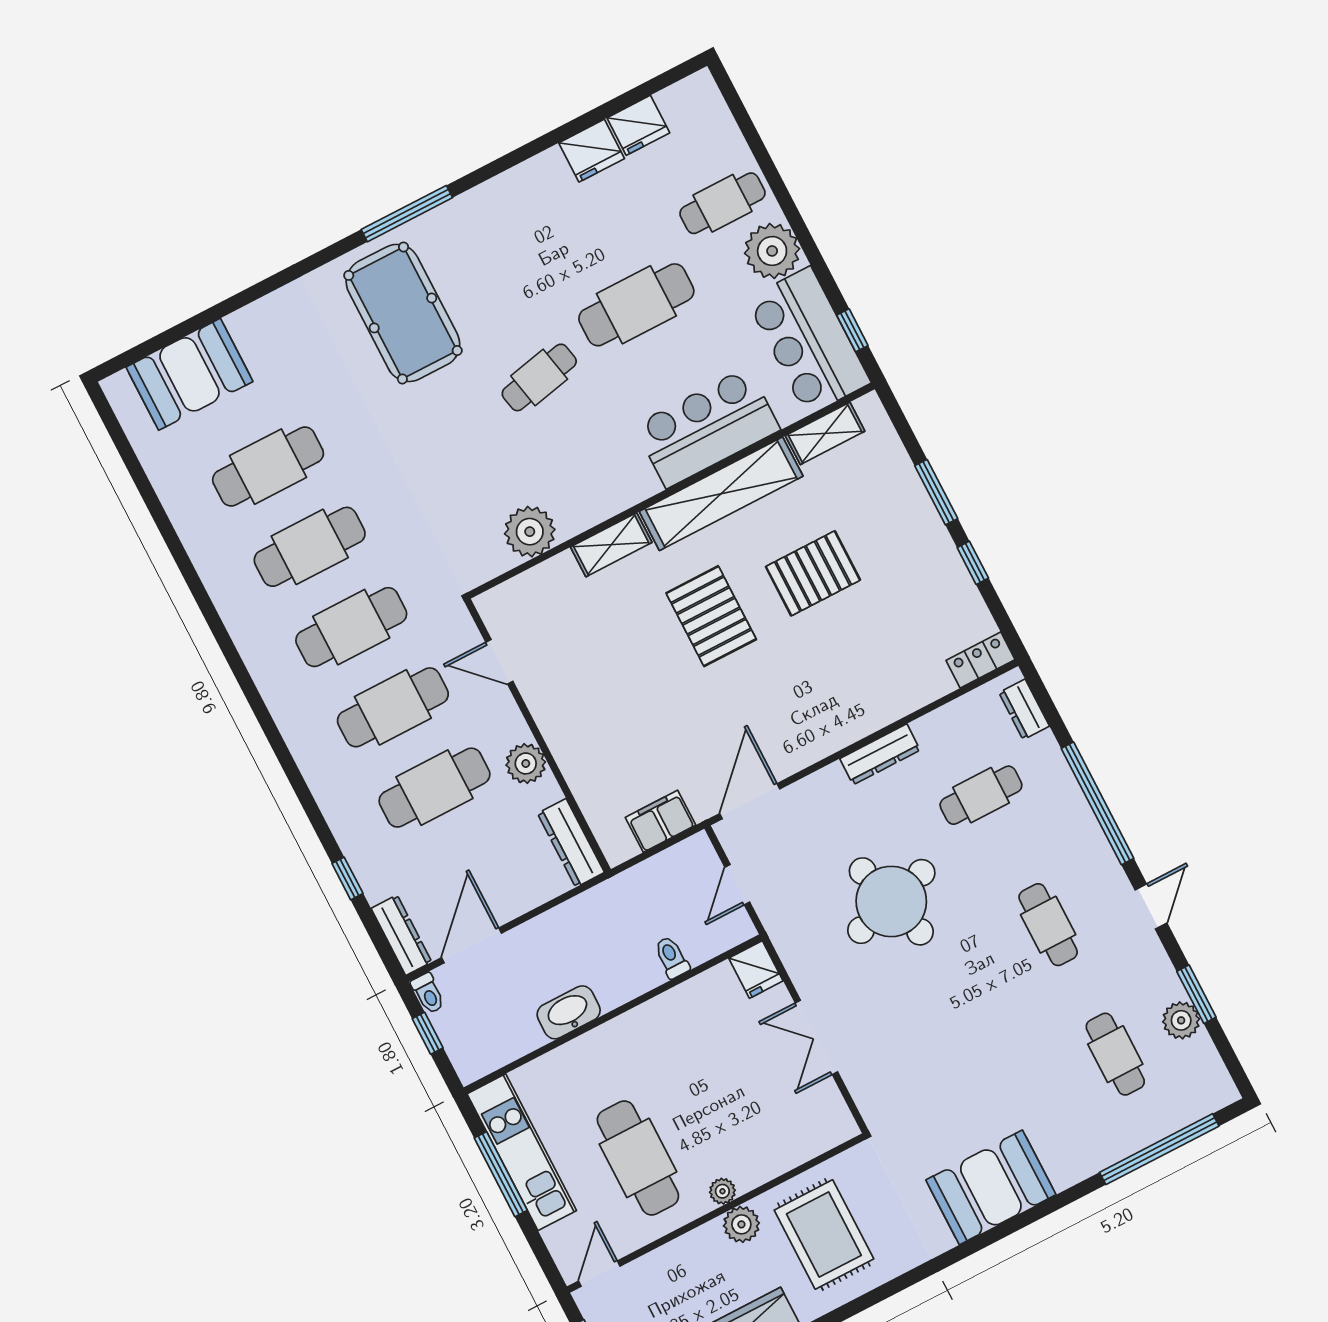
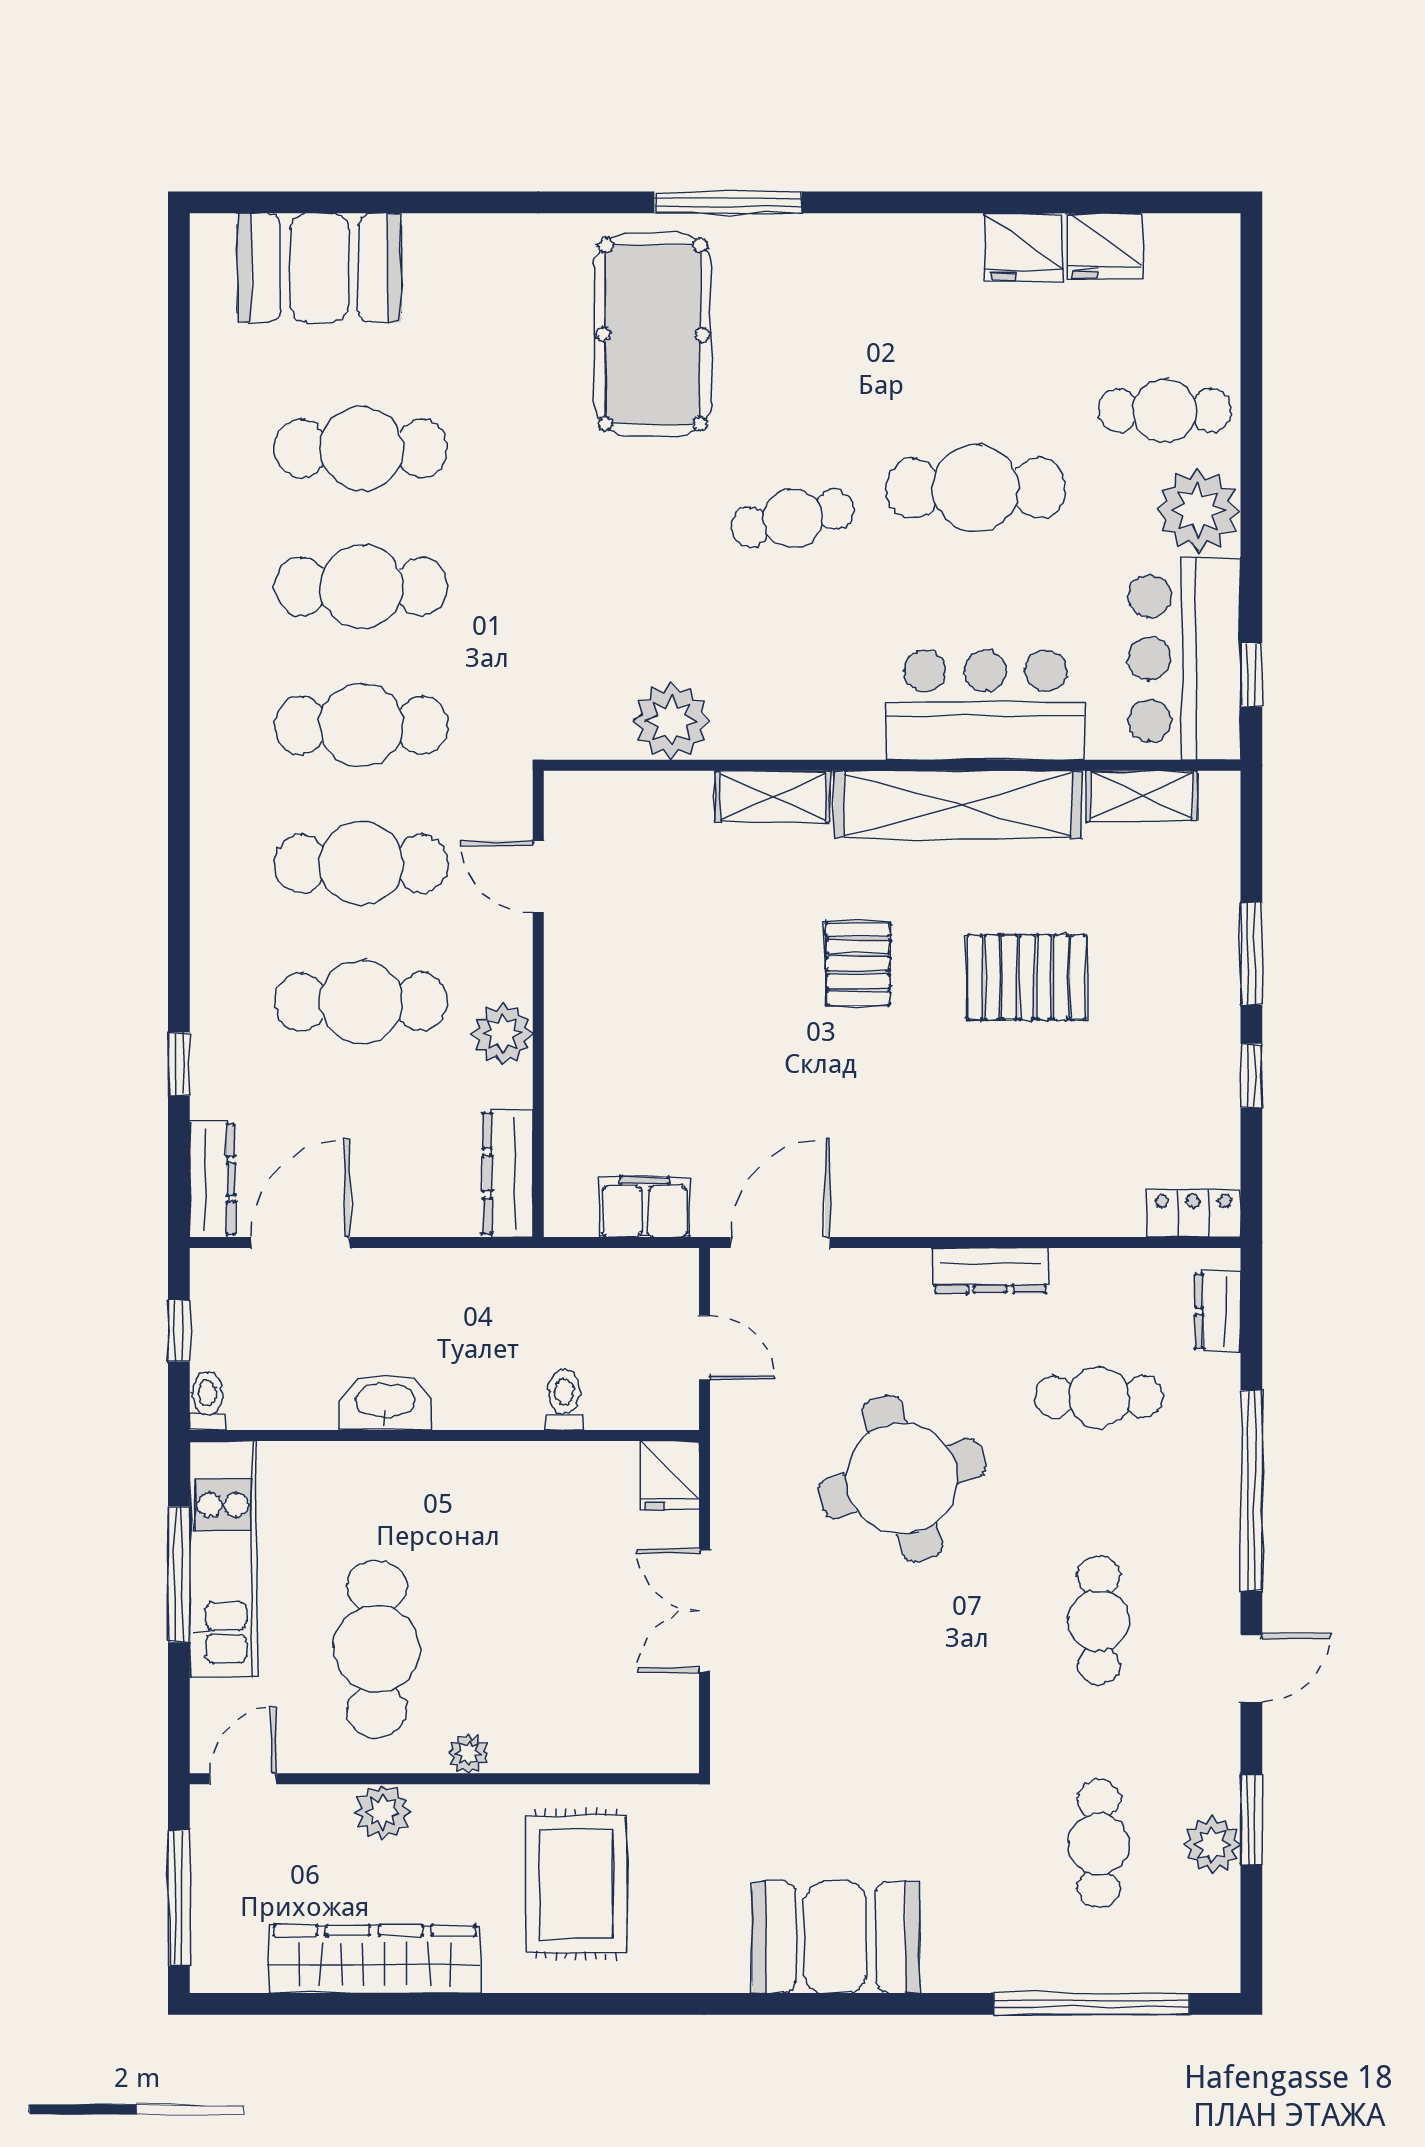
pallet: (711, 616) -> (858, 964), width x0.67, depth x0.71
door: (737, 885) -> (704, 1347), swing flipped
toilet: (428, 993) -> (208, 1401), moved, turned 180
plant: (741, 1224) -> (382, 1812), moved

